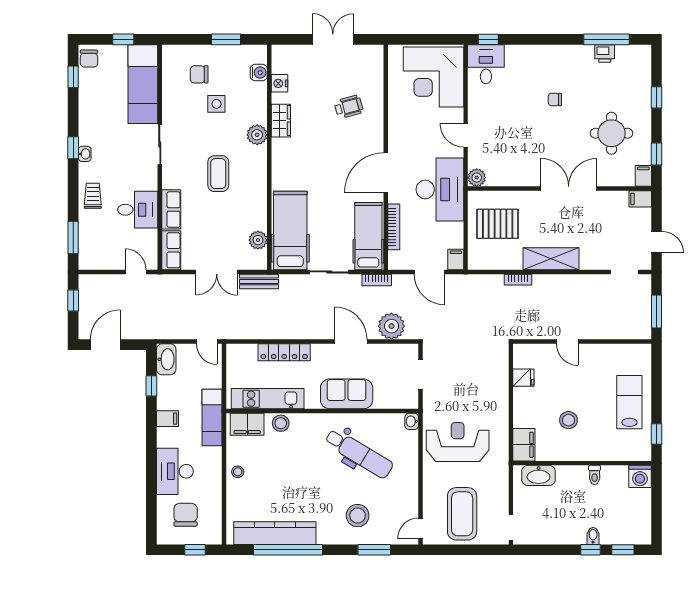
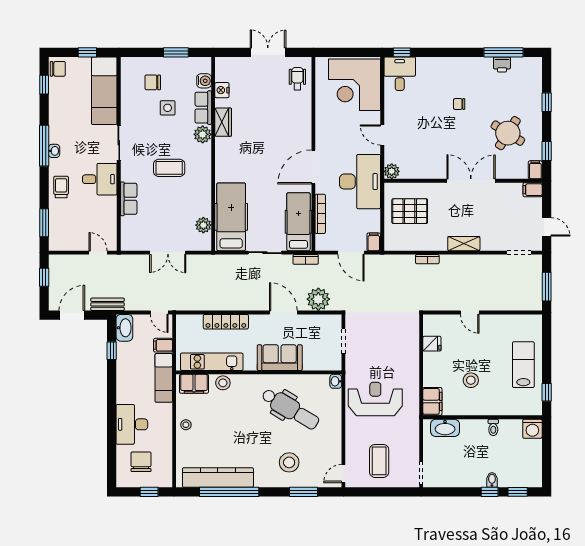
chair: (89, 59) -> (58, 69), turned -90
wheelchair: (349, 107) -> (297, 79), moved, turned -75
round table: (611, 133) -> (508, 133), turned 32
window: (73, 148) -> (44, 146), width x2.17
coffee table: (218, 174) -> (169, 168), turned 90
desk: (138, 210) -> (100, 179), moved
row of seats: (171, 250) -> (203, 108), moved, turned 180
shelving: (551, 259) -> (464, 244), width x0.67, depth x0.75
bench: (259, 281) -> (108, 304), moved
filing cabinet: (167, 419) -> (163, 345), moved, turned 180
coffee table: (462, 514) -> (379, 461), width x0.73, depth x0.76

